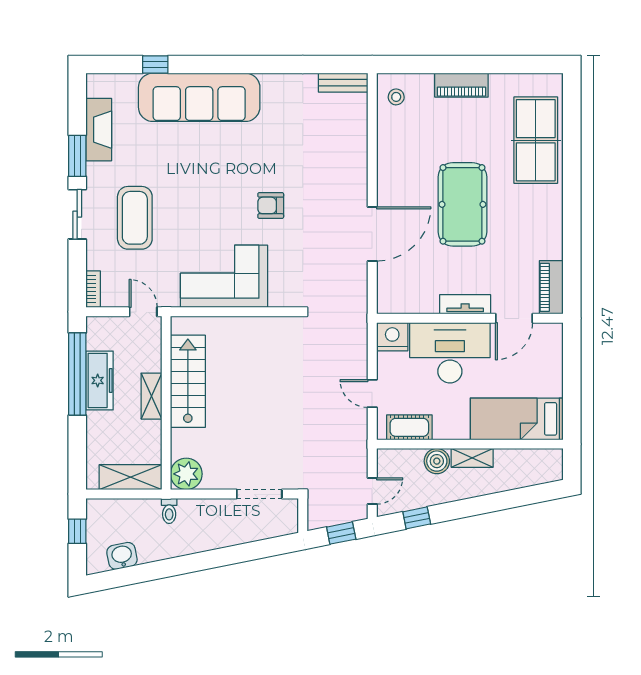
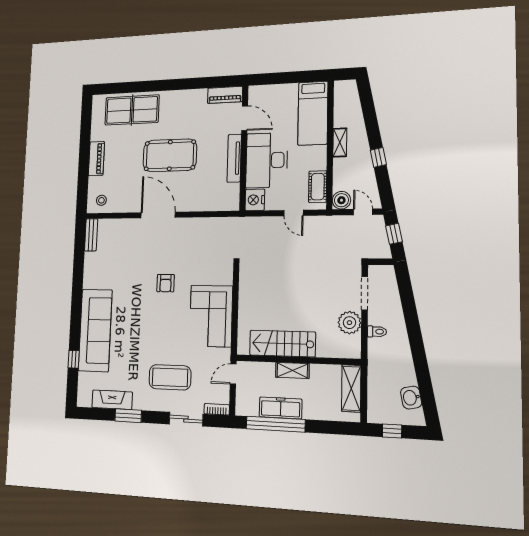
sliding door: (77, 214) -> (186, 419), moved
door: (372, 234) -> (158, 215), moved
tv unit: (465, 304) -> (234, 158), width x1.41
door: (372, 394) -> (294, 213), hinge flipped
boiler: (437, 461) -> (341, 200), moved
plant: (186, 474) -> (349, 323), moved
toilet: (169, 511) -> (377, 332), moved
window: (417, 518) -> (378, 157), moved

